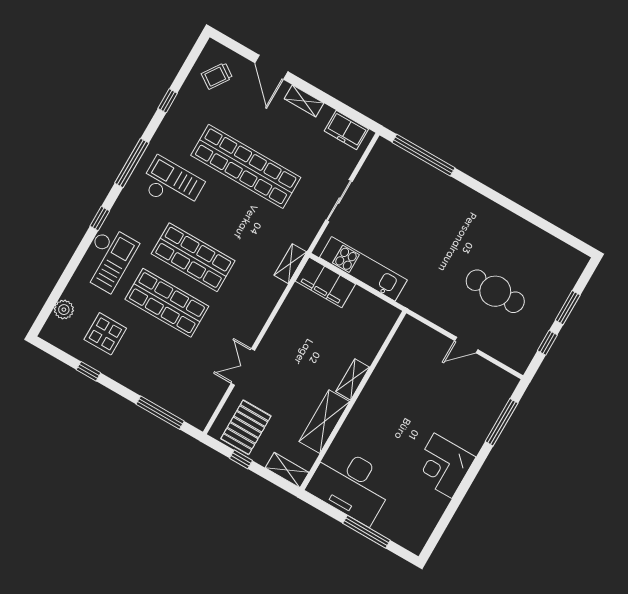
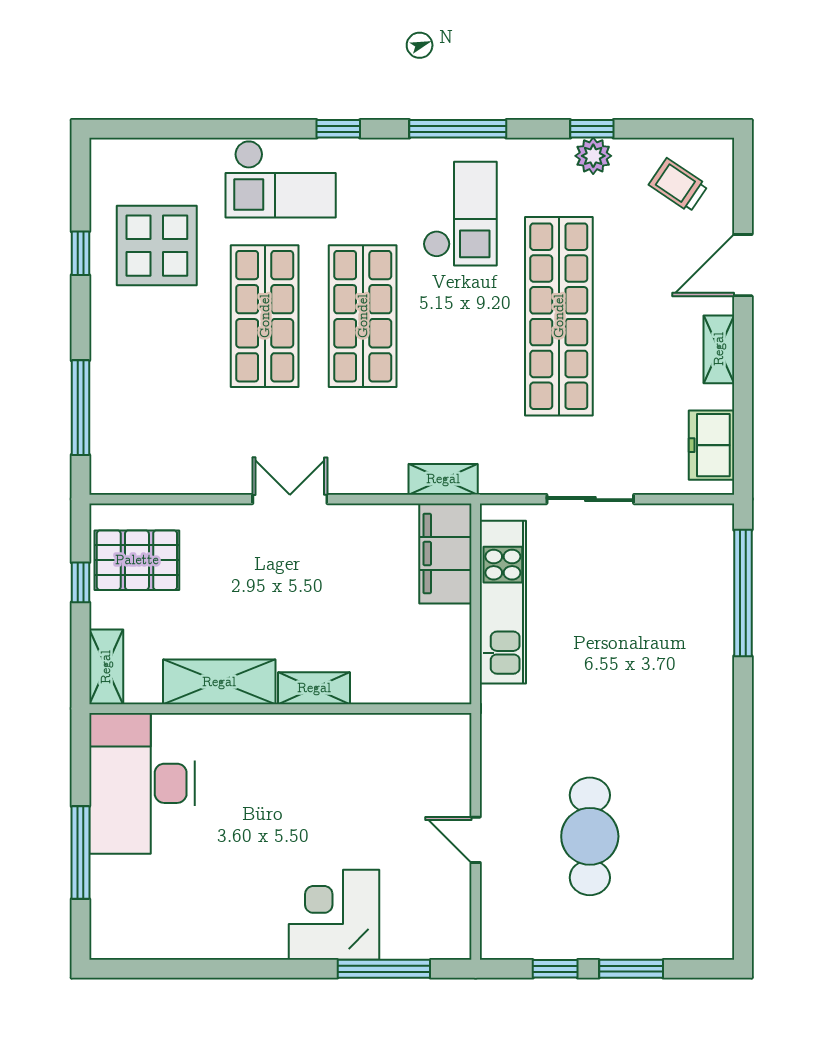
plant: (64, 310) -> (593, 156), moved
display table: (105, 334) -> (157, 246), width x1.36, depth x1.36
double door: (243, 367) -> (290, 499), moved
corner desk: (443, 466) -> (334, 915), moved

